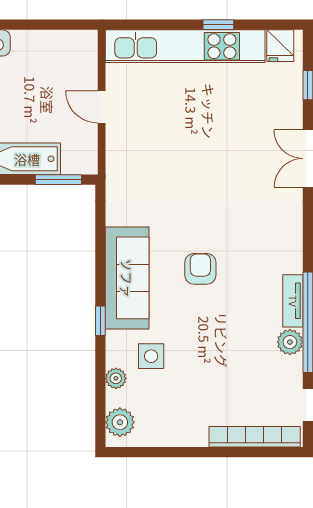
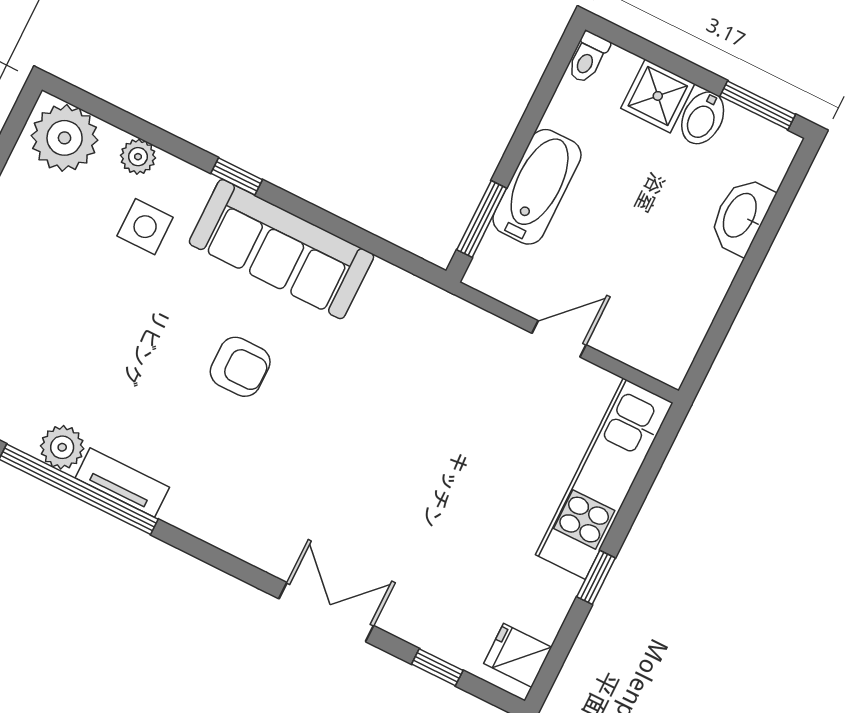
kitchen unit: (185, 46) -> (604, 479), width x0.73
plant: (120, 422) -> (65, 138), width x1.36, depth x1.36

